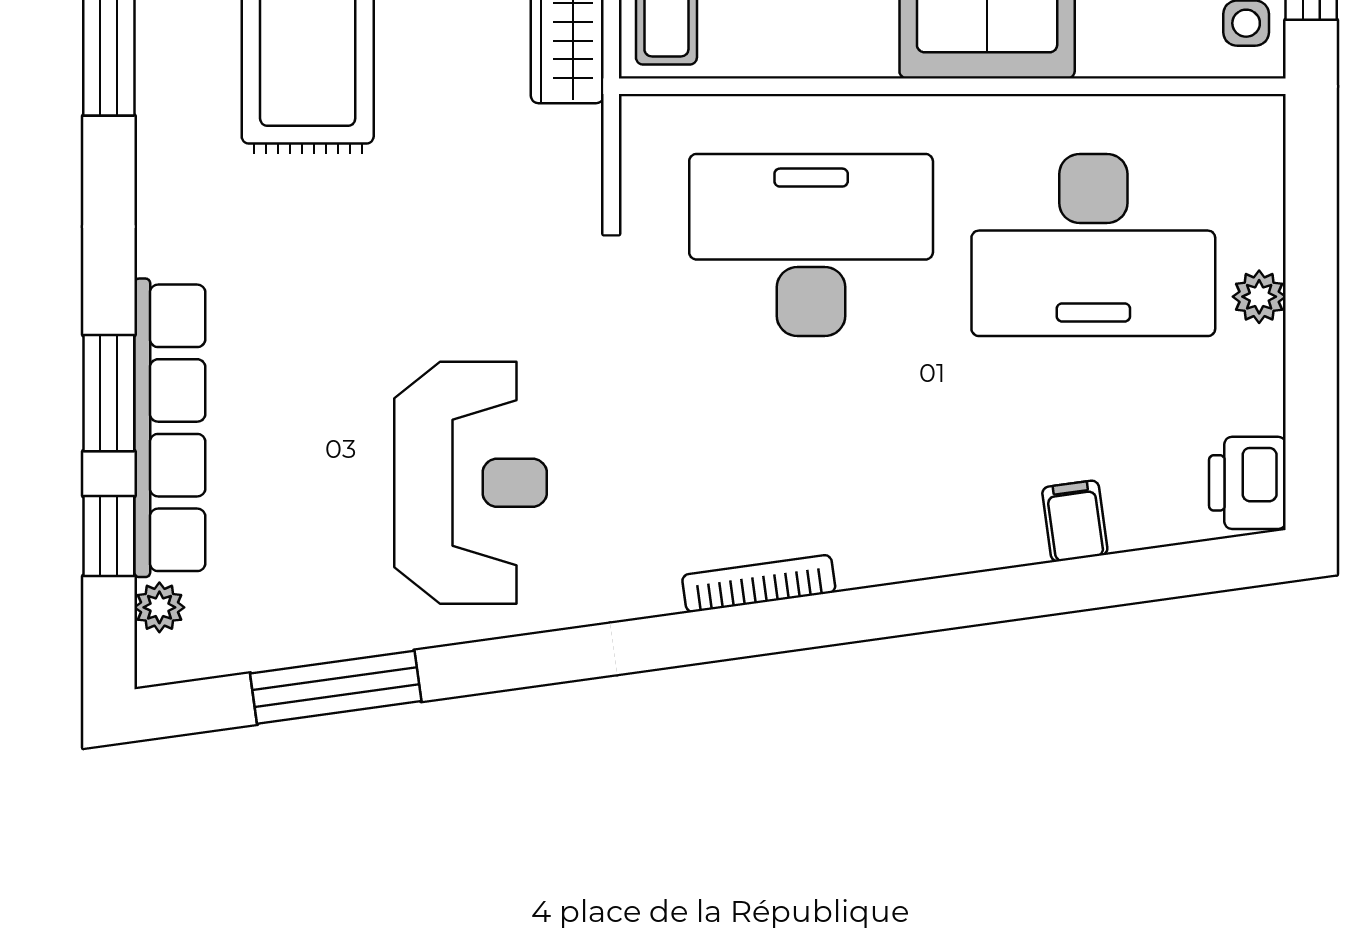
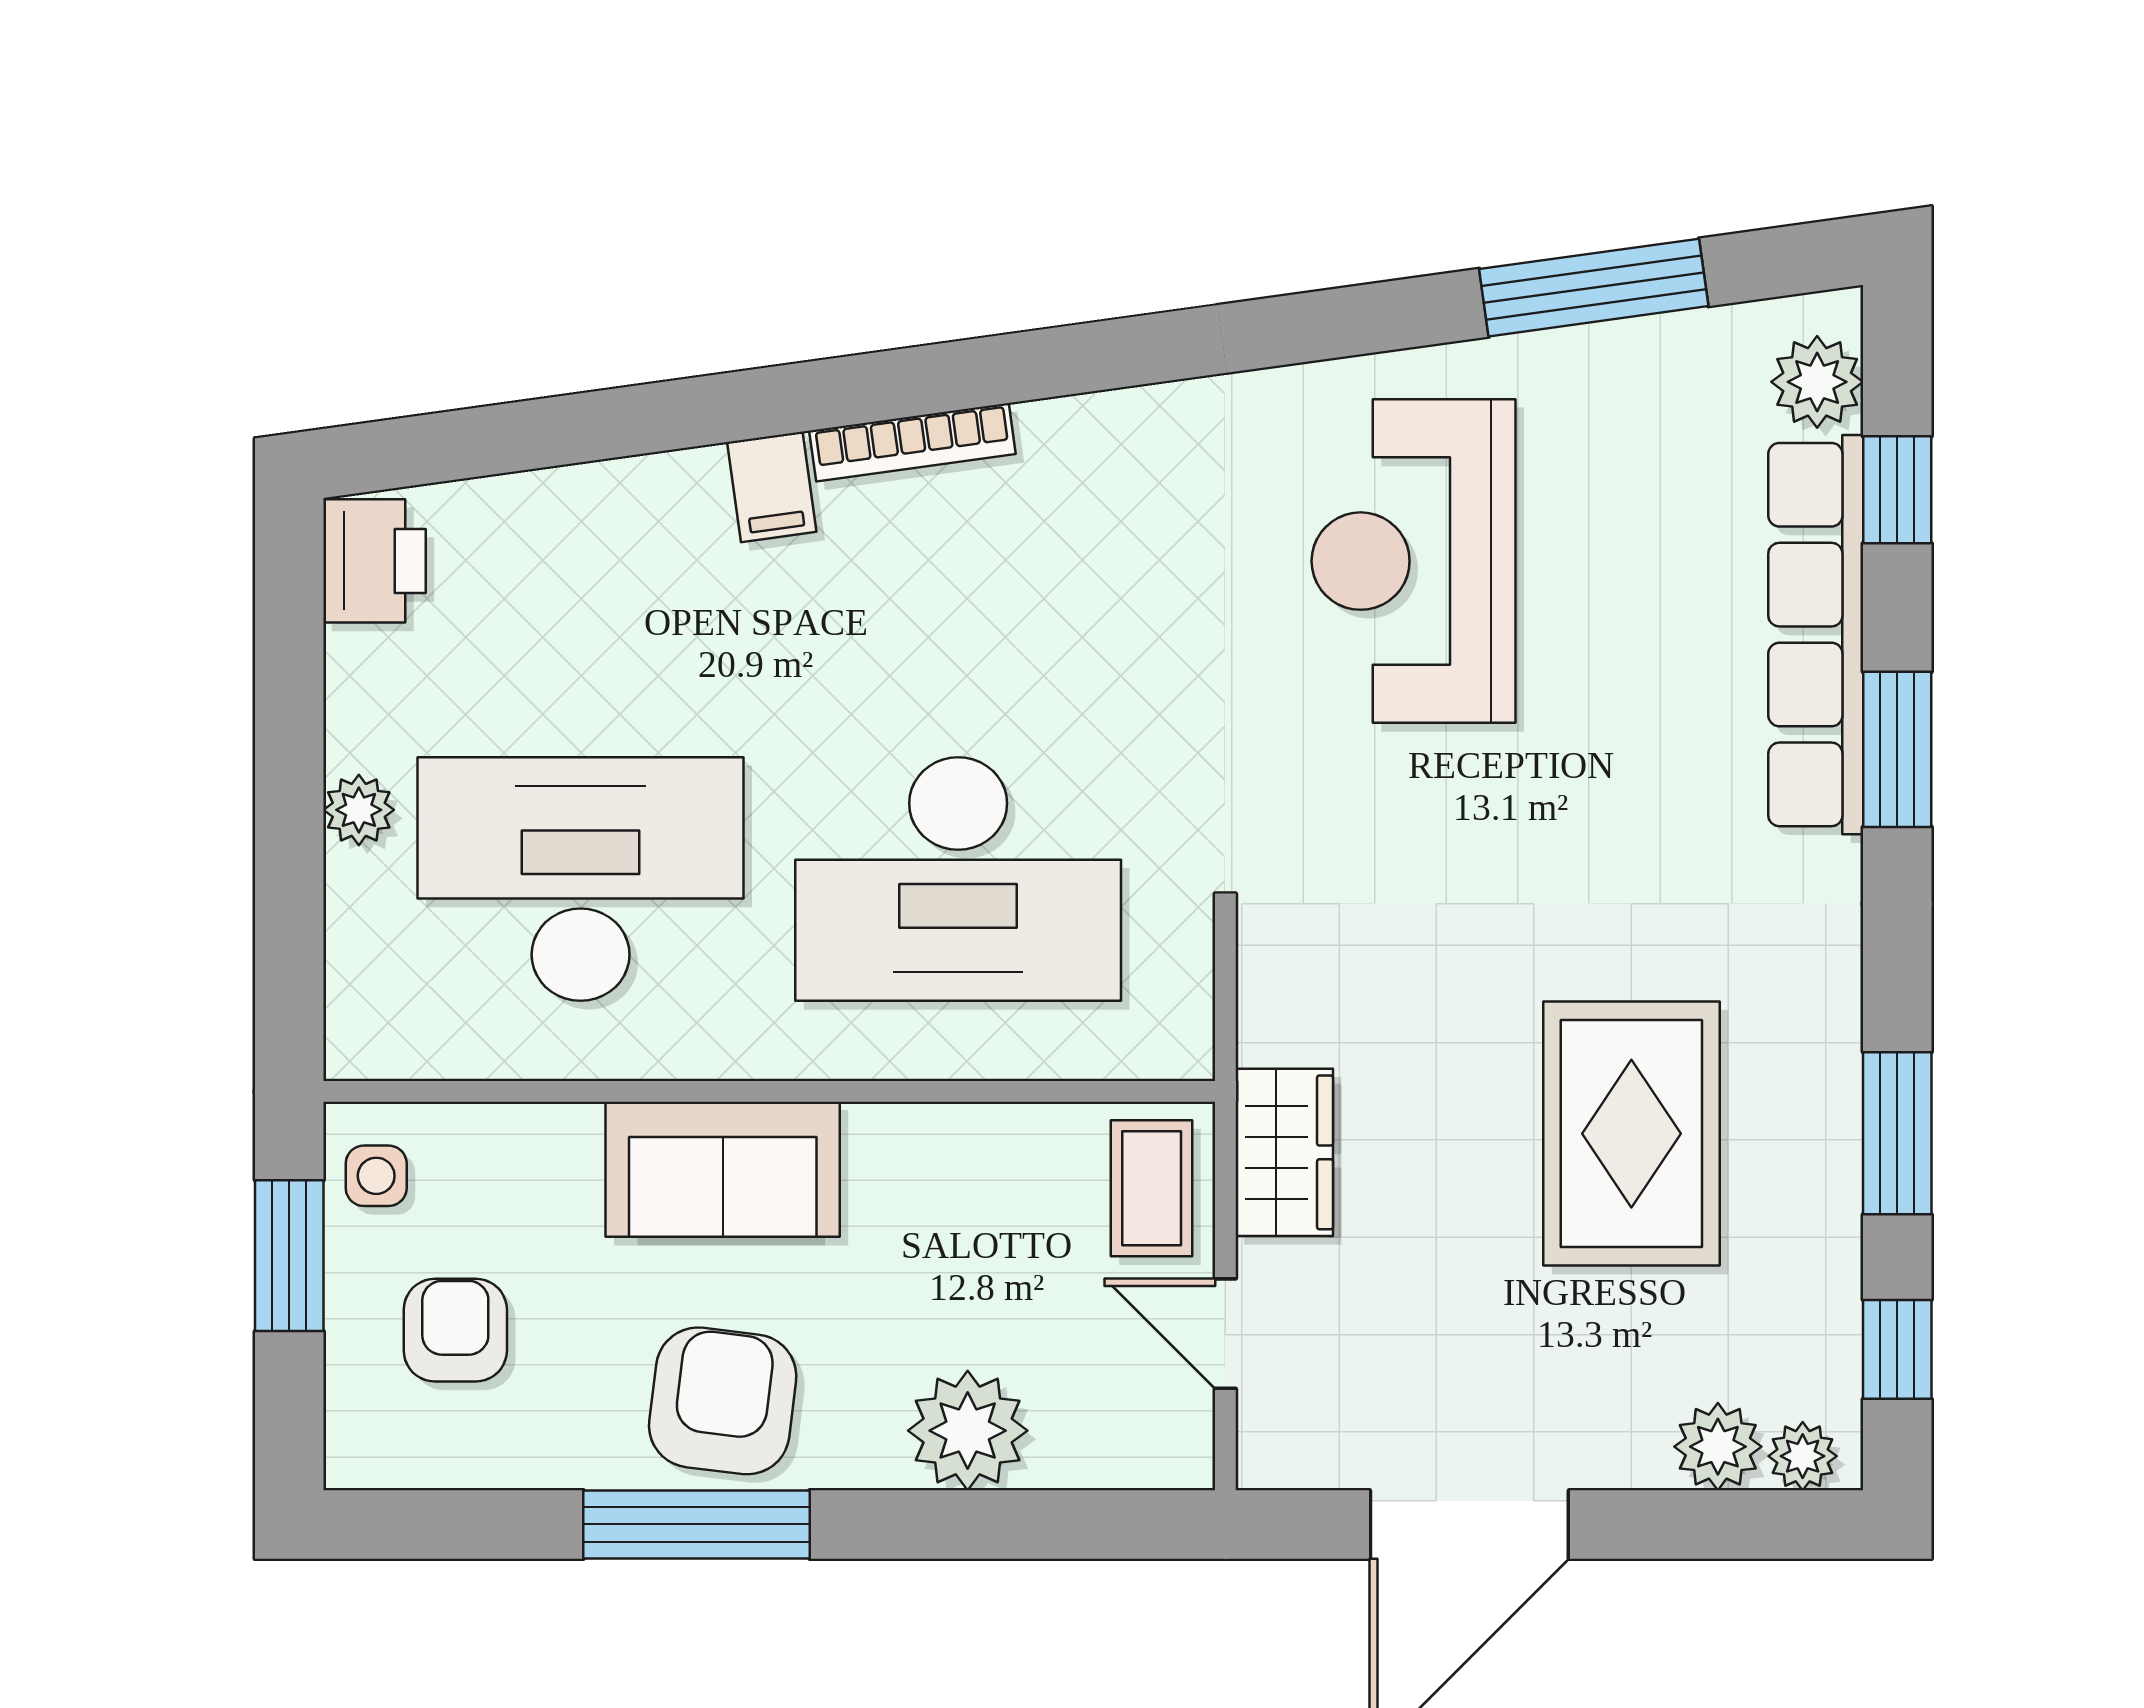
window: (109, 393) -> (1897, 749), moved
filing cabinet: (1075, 521) -> (772, 487), moved
bookcase: (759, 584) -> (912, 442), moved
plant: (159, 607) -> (1817, 382), width x1.38, depth x1.38

